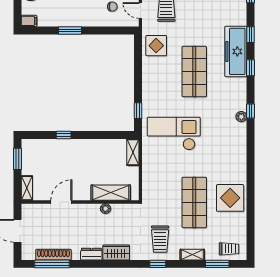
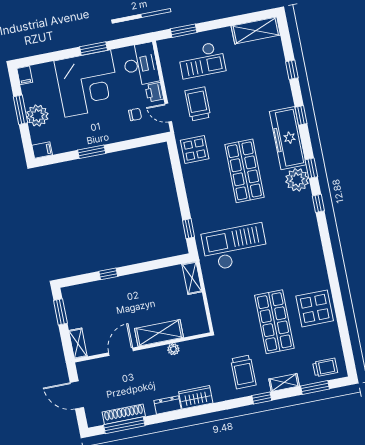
window: (250, 68) -> (311, 168), moved
plant: (241, 117) -> (297, 180), moved, width x1.87, depth x1.87
shelving: (111, 193) -> (159, 333), moved
window: (158, 264) -> (262, 398), moved

